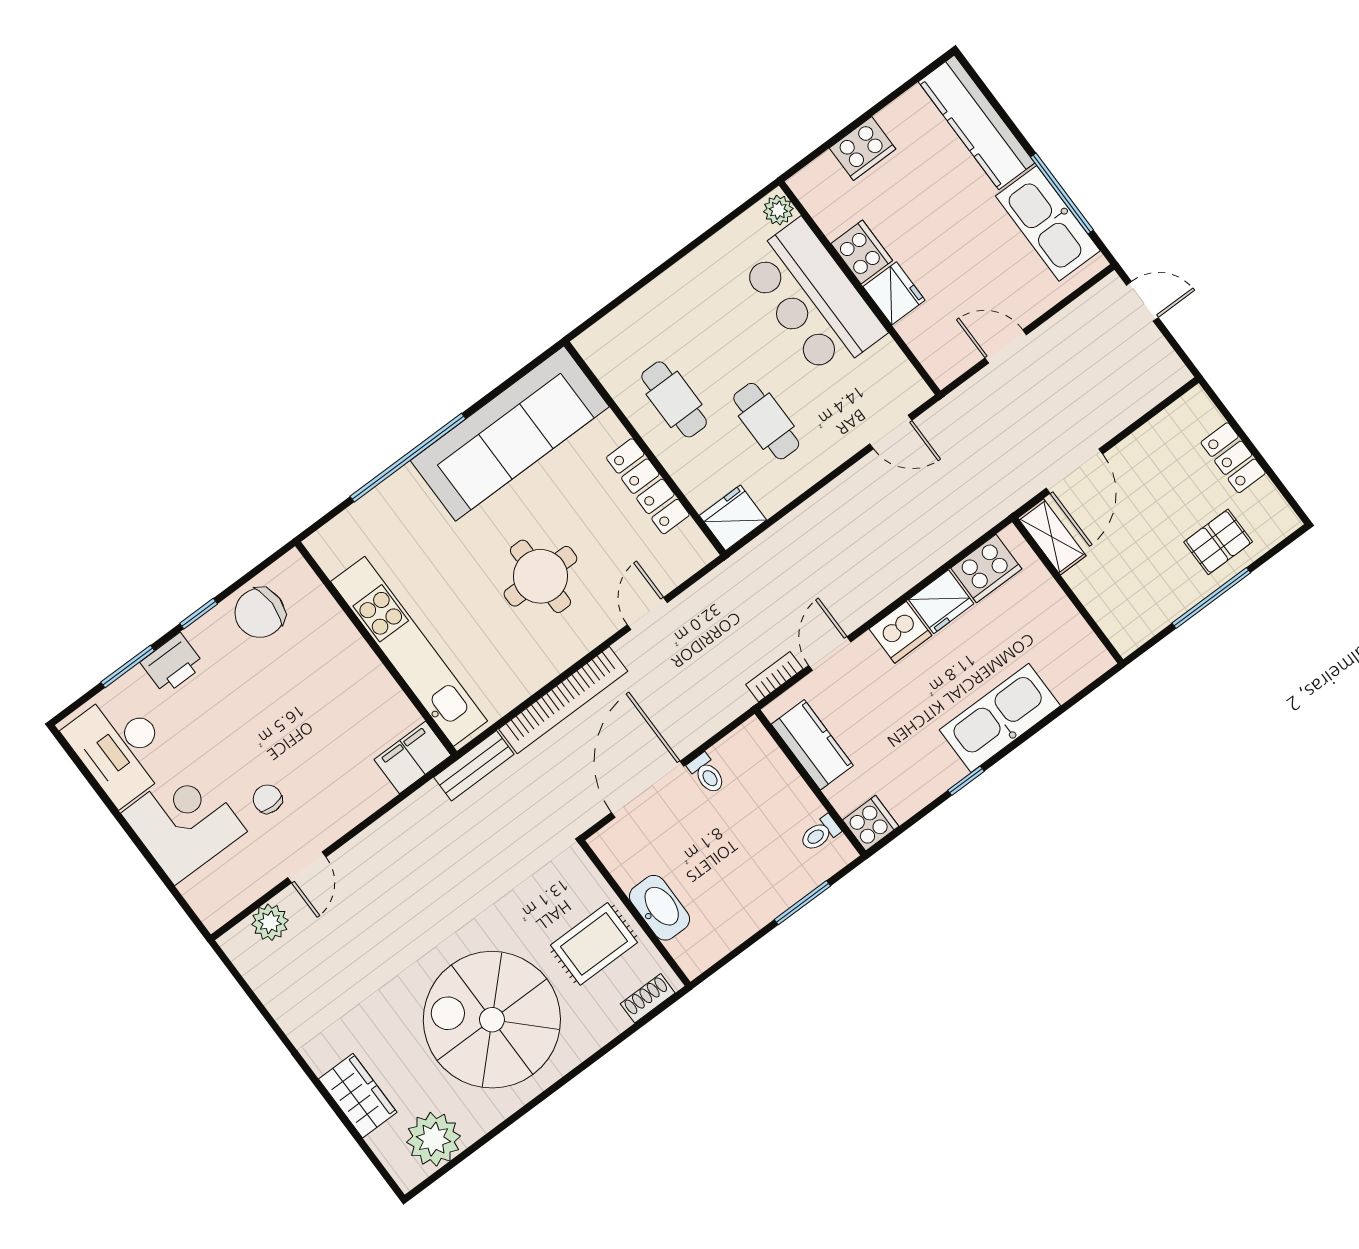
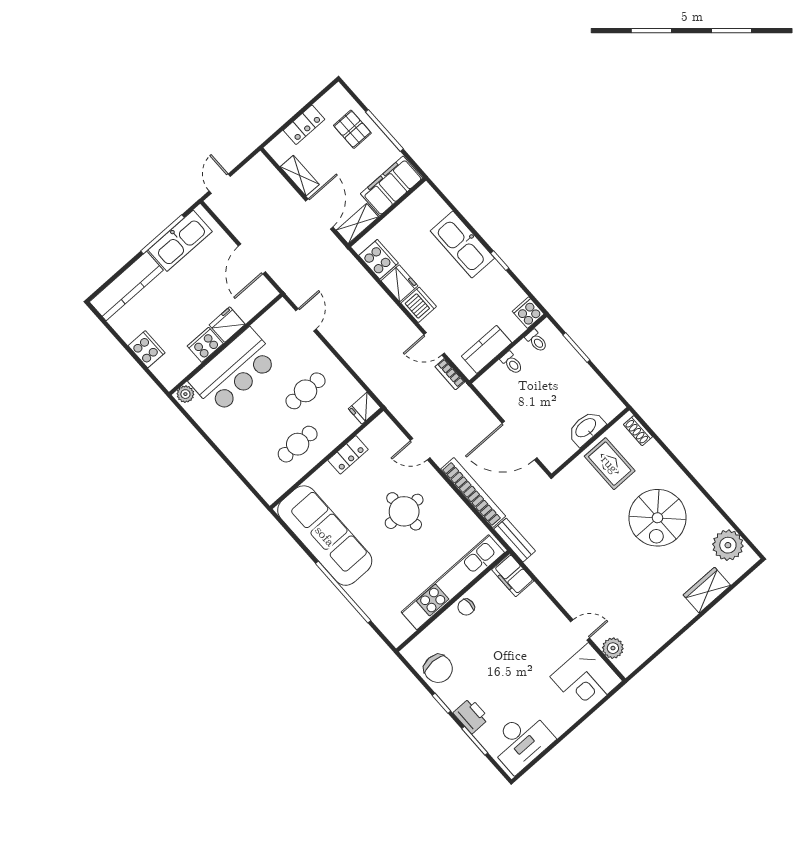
door: (1006, 346) -> (252, 259), width x1.38
shelving: (1145, 443) -> (300, 176), added
door: (1074, 471) -> (319, 214), hinge flipped
locker: (648, 486) -> (348, 455), width x0.66
fridge: (733, 518) -> (365, 408), width x0.72
filing cabinet: (1113, 602) -> (391, 186), added
toilet: (707, 774) -> (512, 363), moved, turned 90
chair: (268, 799) -> (466, 607), moved
corner desk: (184, 822) -> (586, 679), moved, turned -90
spiral stairs: (492, 1020) -> (657, 518), width x0.73, depth x0.73

